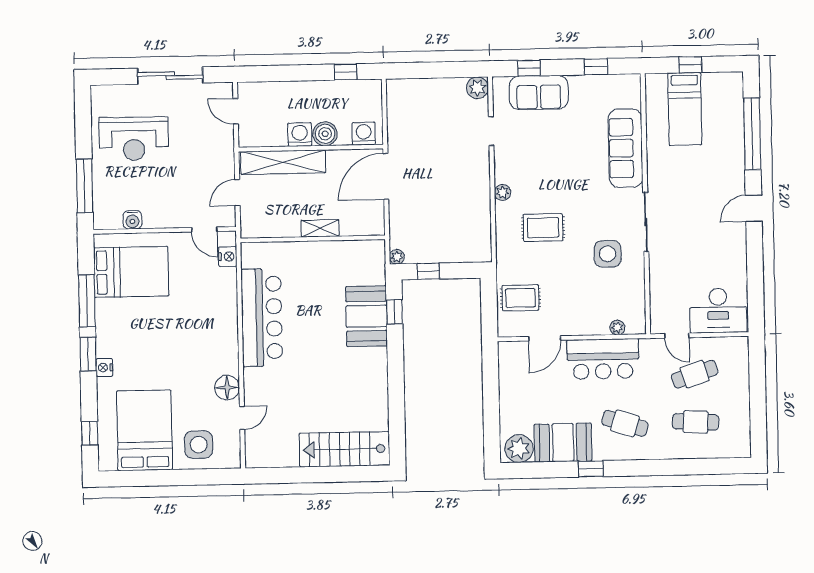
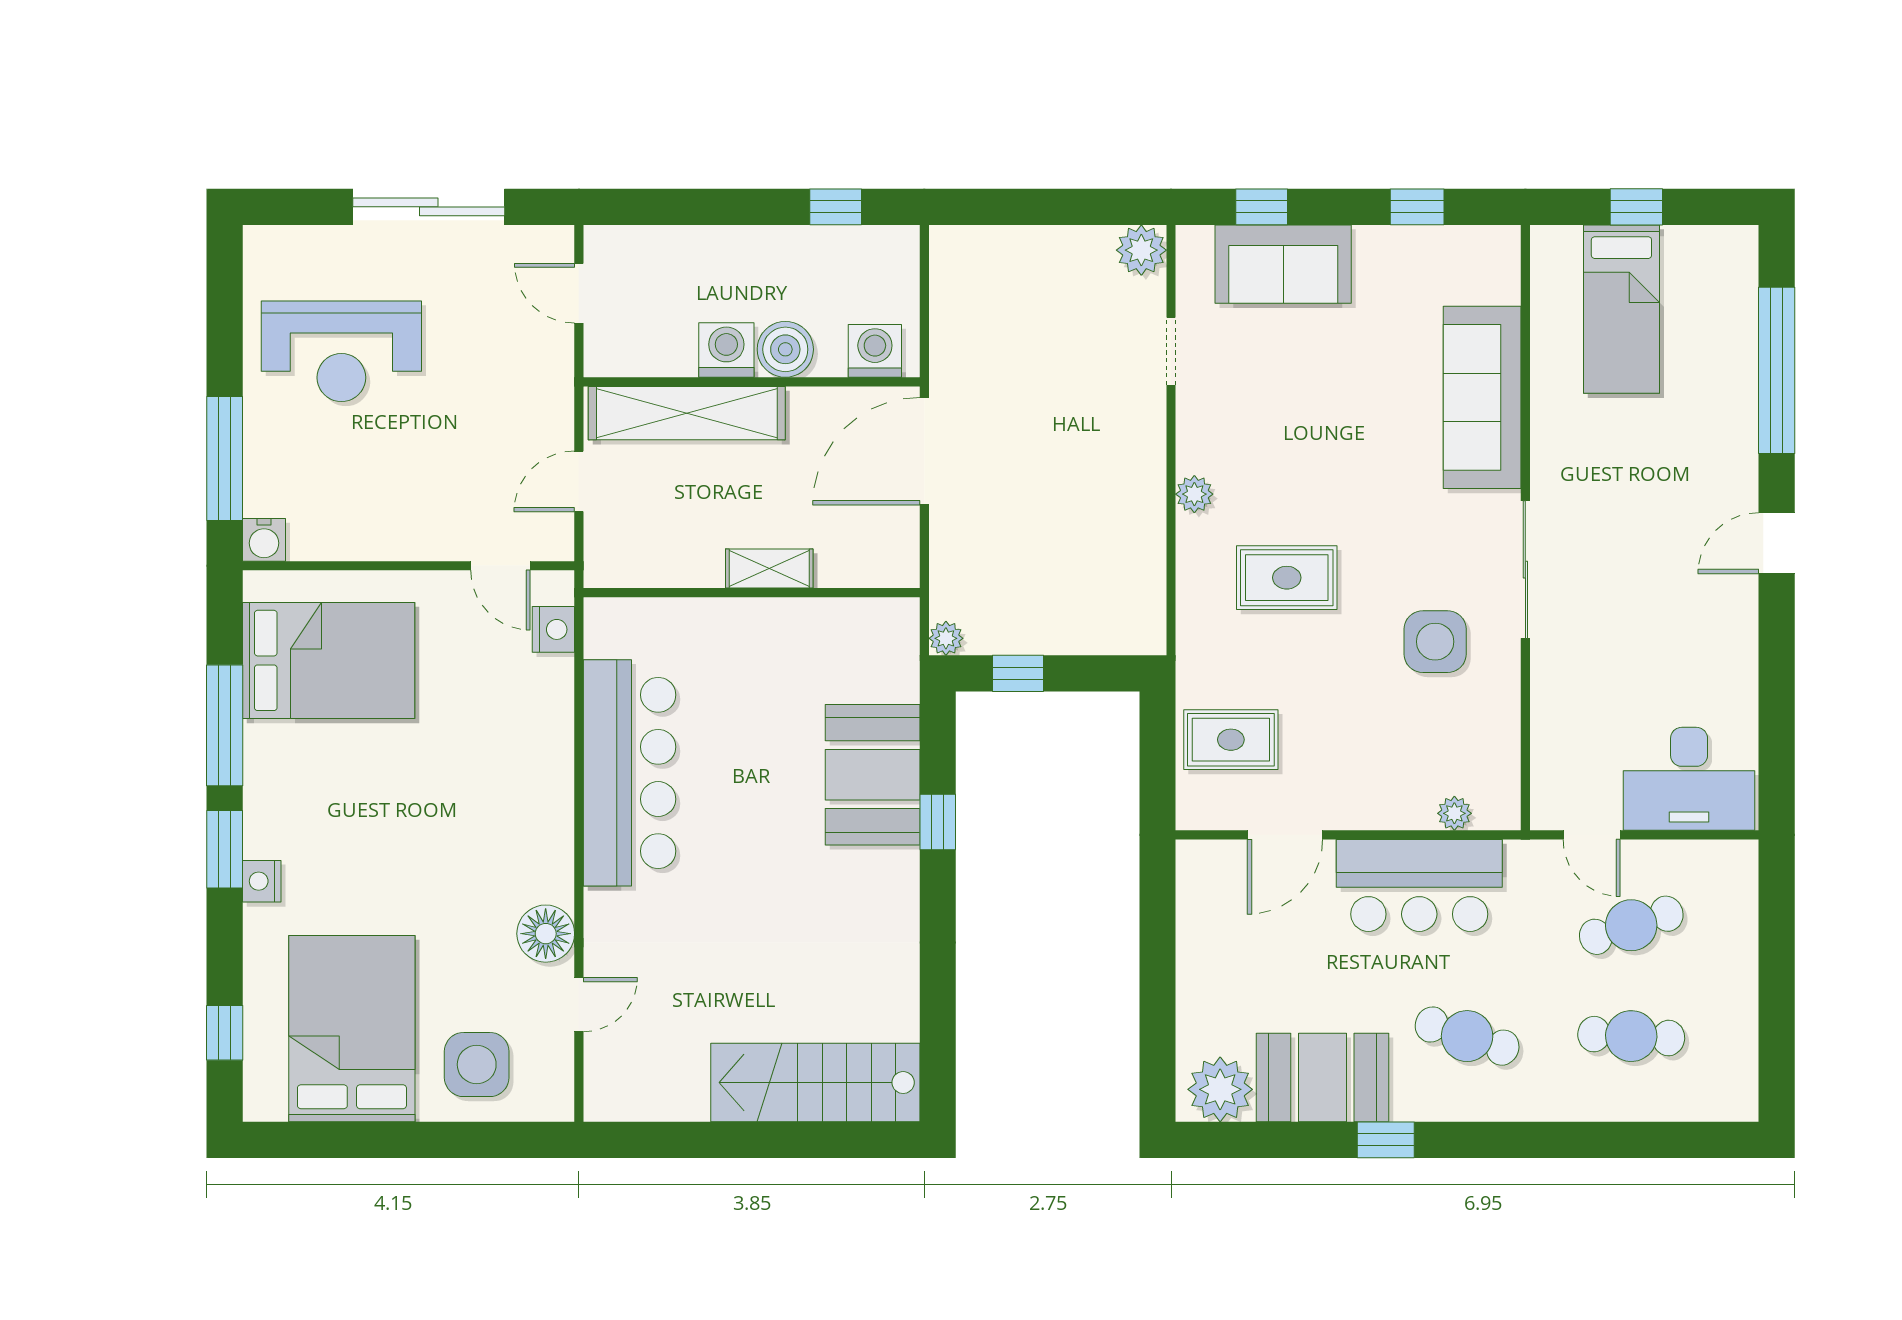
water cooler: (132, 220) -> (264, 540), moved
window: (394, 312) -> (938, 822), moved

